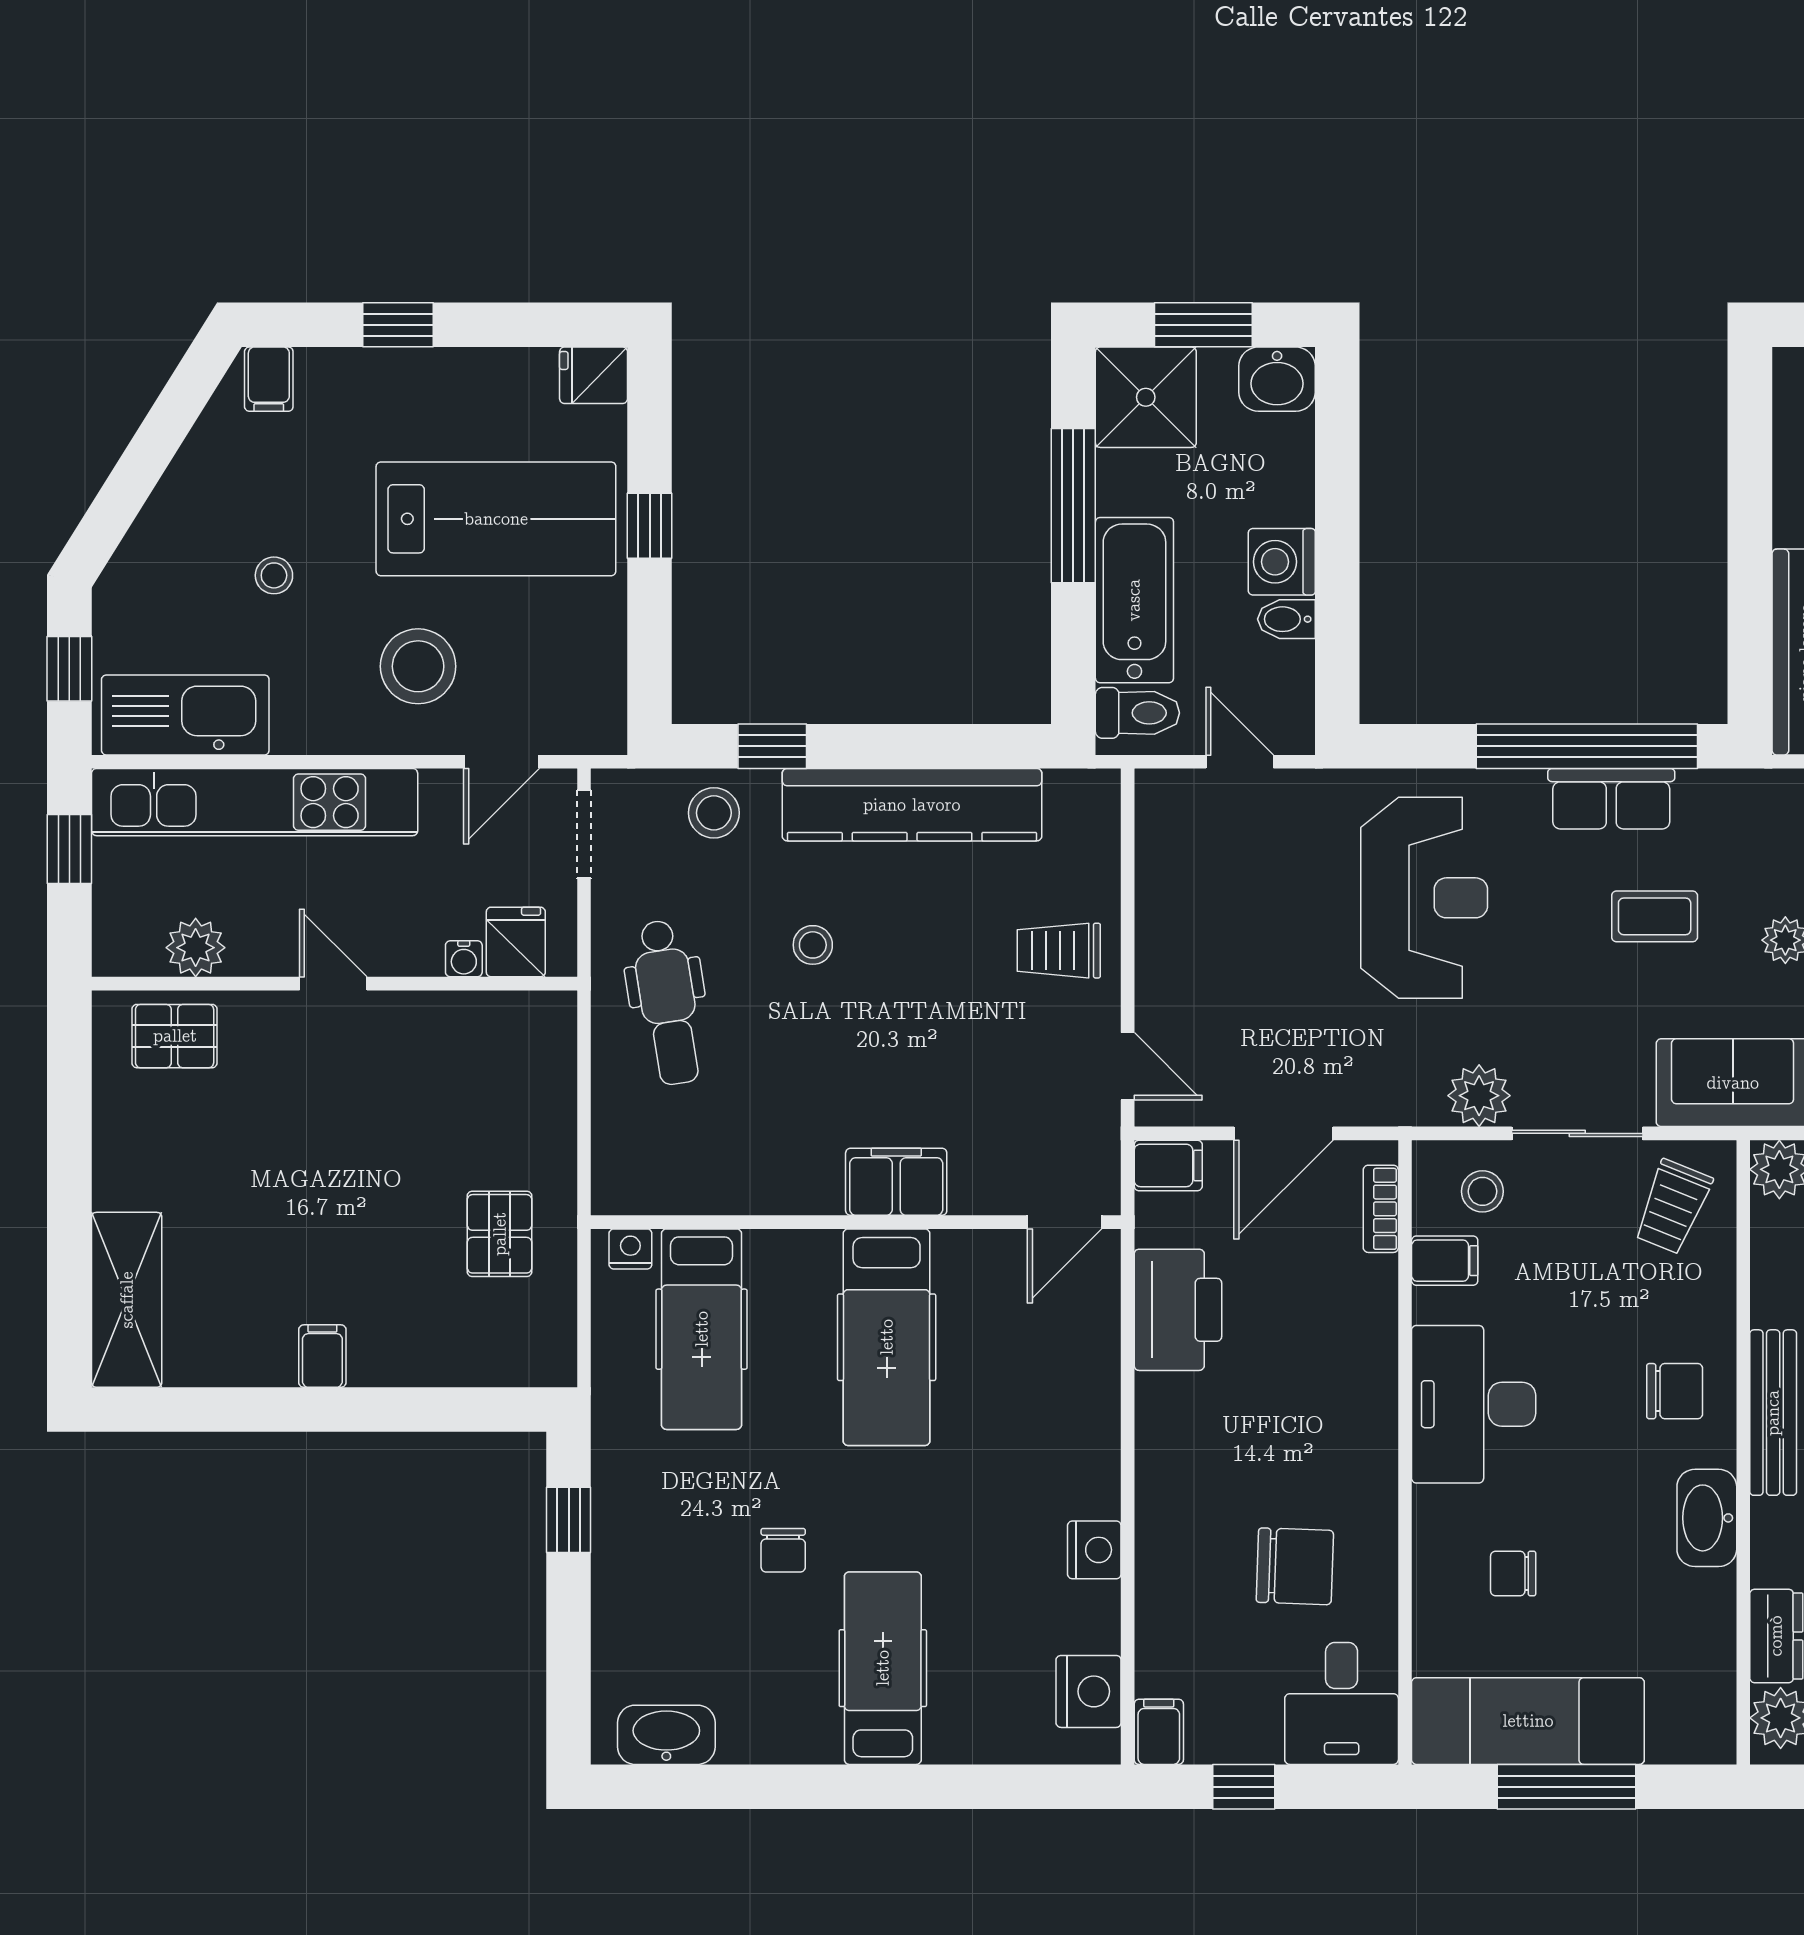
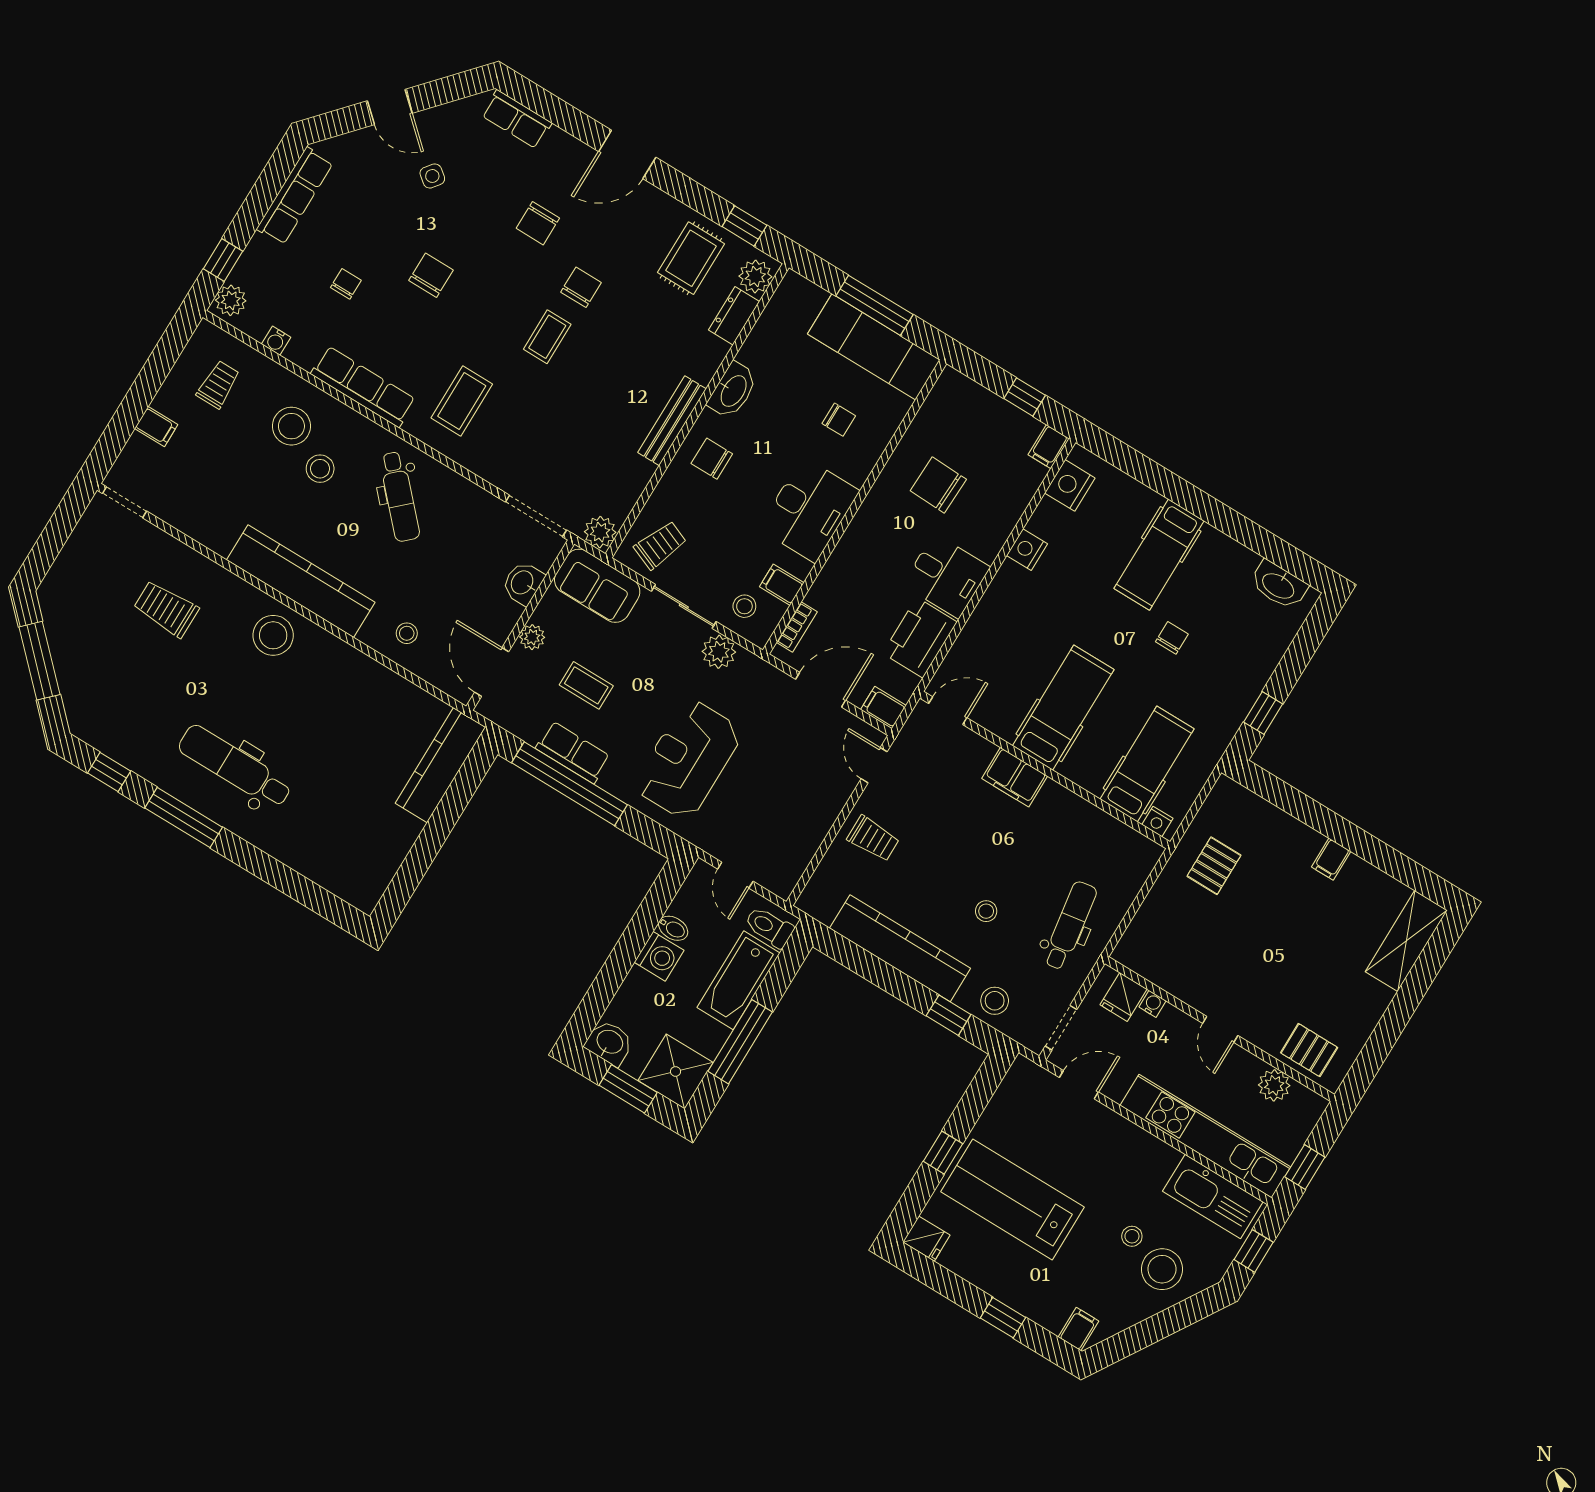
stool: (418, 666) -> (1162, 1269), moved
desk: (1342, 1703) -> (946, 576), moved, turned 90

